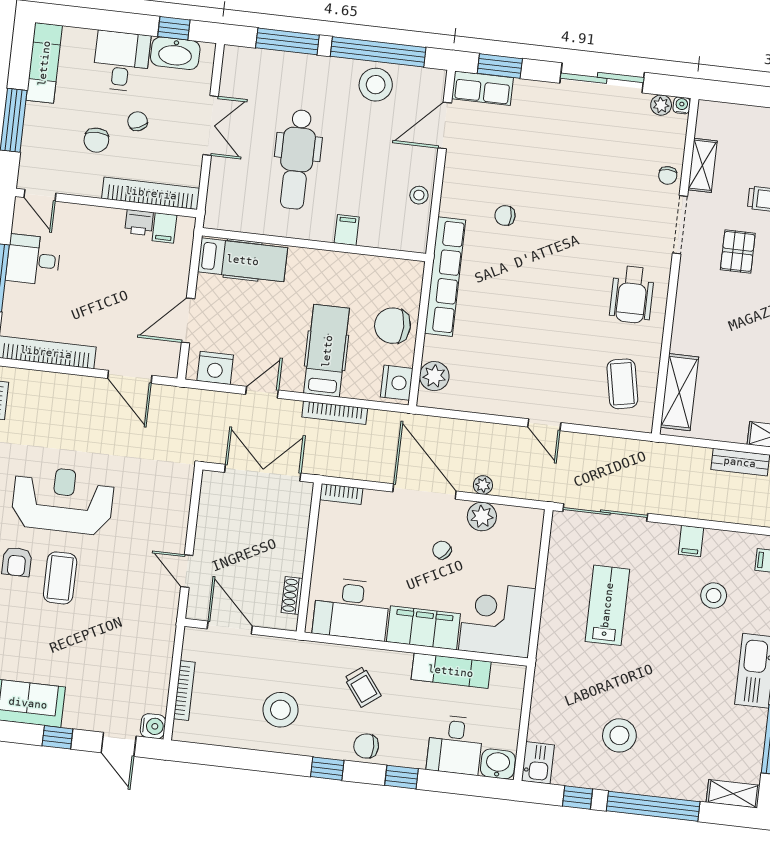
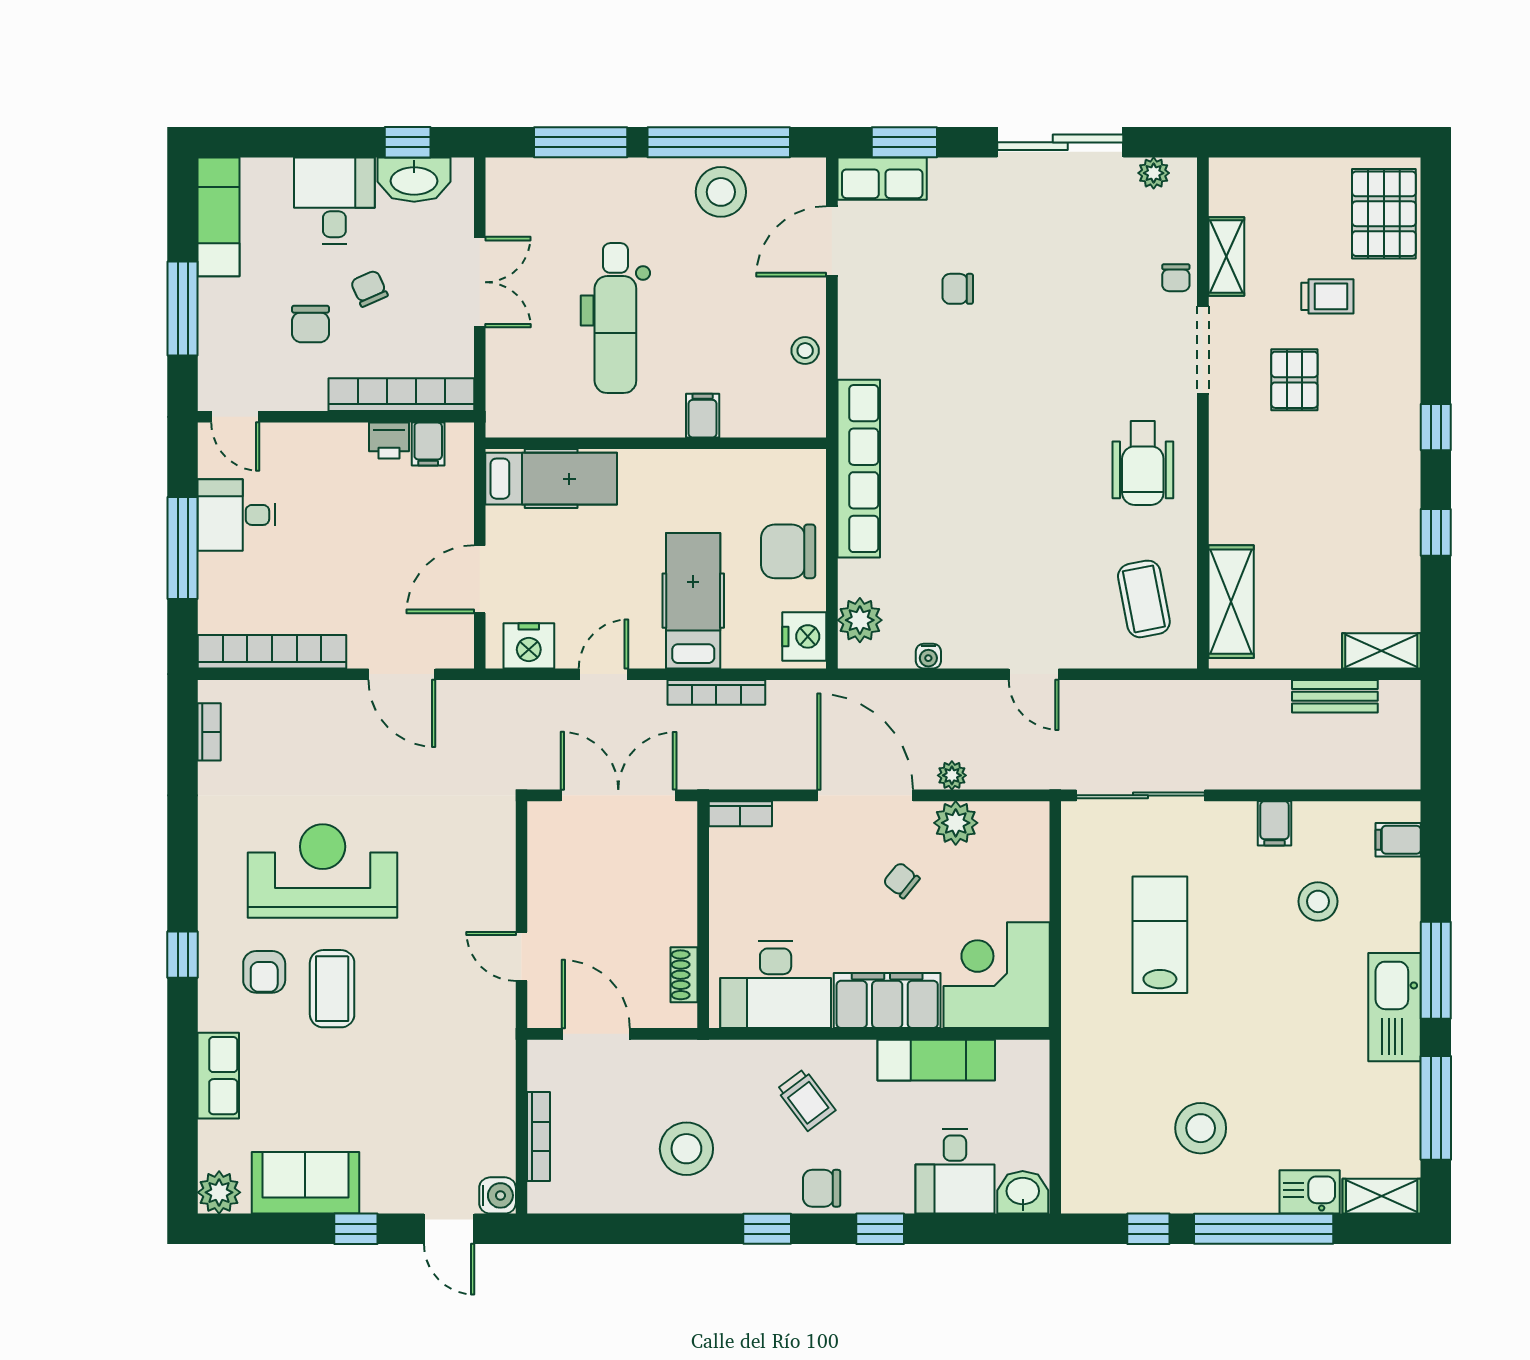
water cooler: (682, 105) -> (928, 656), moved, turned 180
chair: (505, 216) -> (958, 289), moved
kitchen sink: (538, 763) -> (1310, 1192), moved, turned -90

